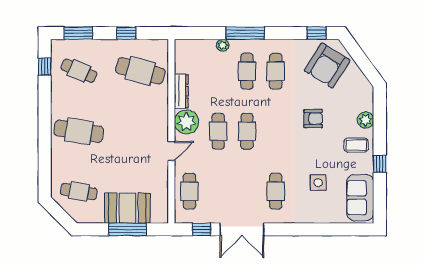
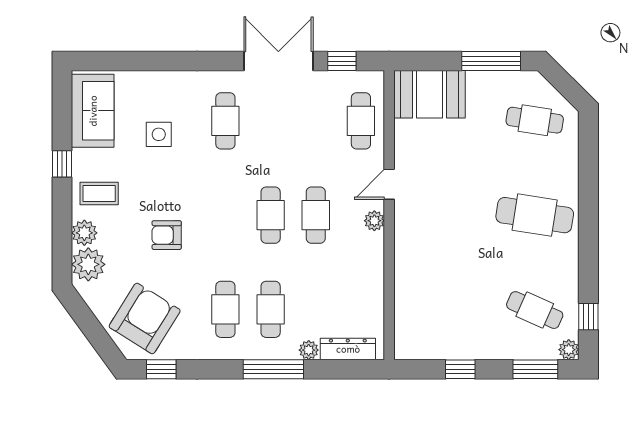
plant: (57, 46) -> (569, 350), added
cafe table: (140, 71) -> (438, 310), removed
dresser: (181, 91) -> (348, 349), moved, turned 90
plant: (363, 100) -> (88, 264), added
plant: (187, 122) -> (374, 221), width x0.53, depth x0.53
booth: (127, 208) -> (430, 94), moved
window: (127, 229) -> (491, 61), moved

